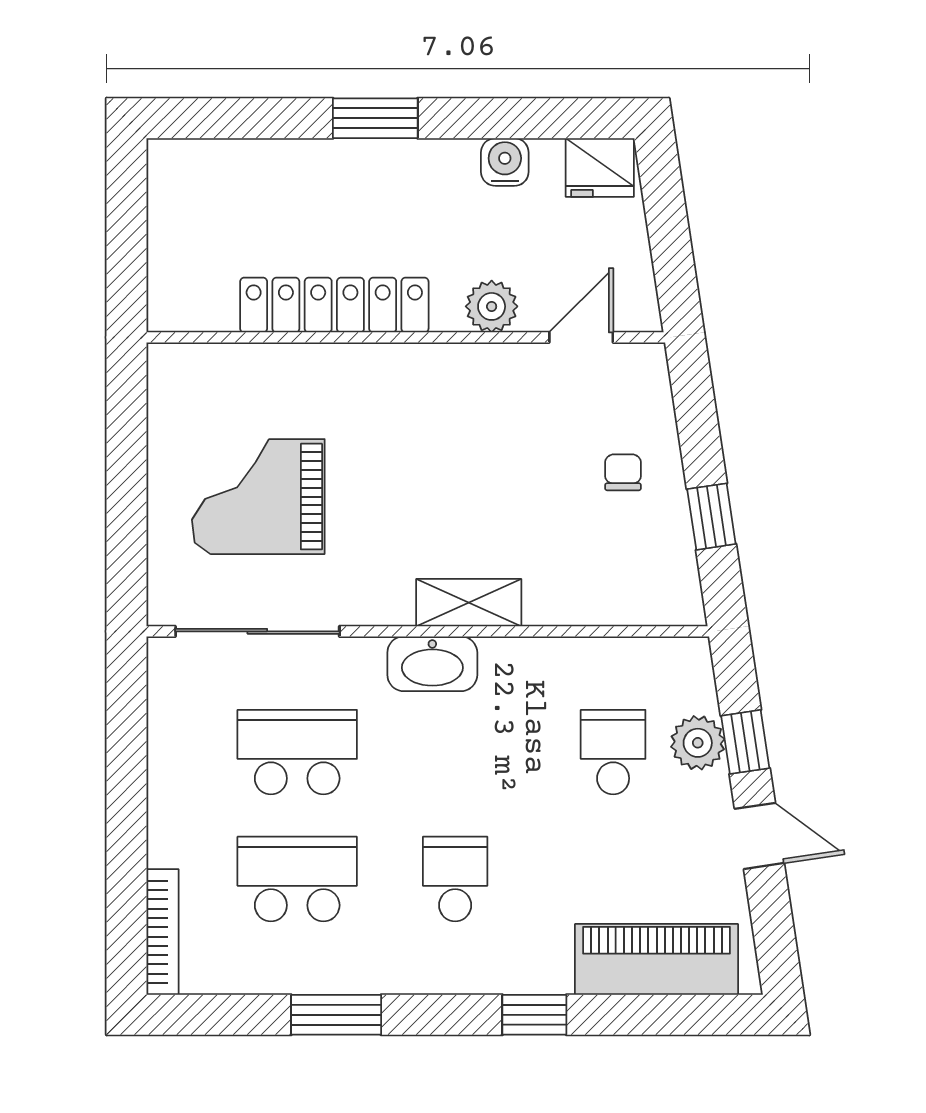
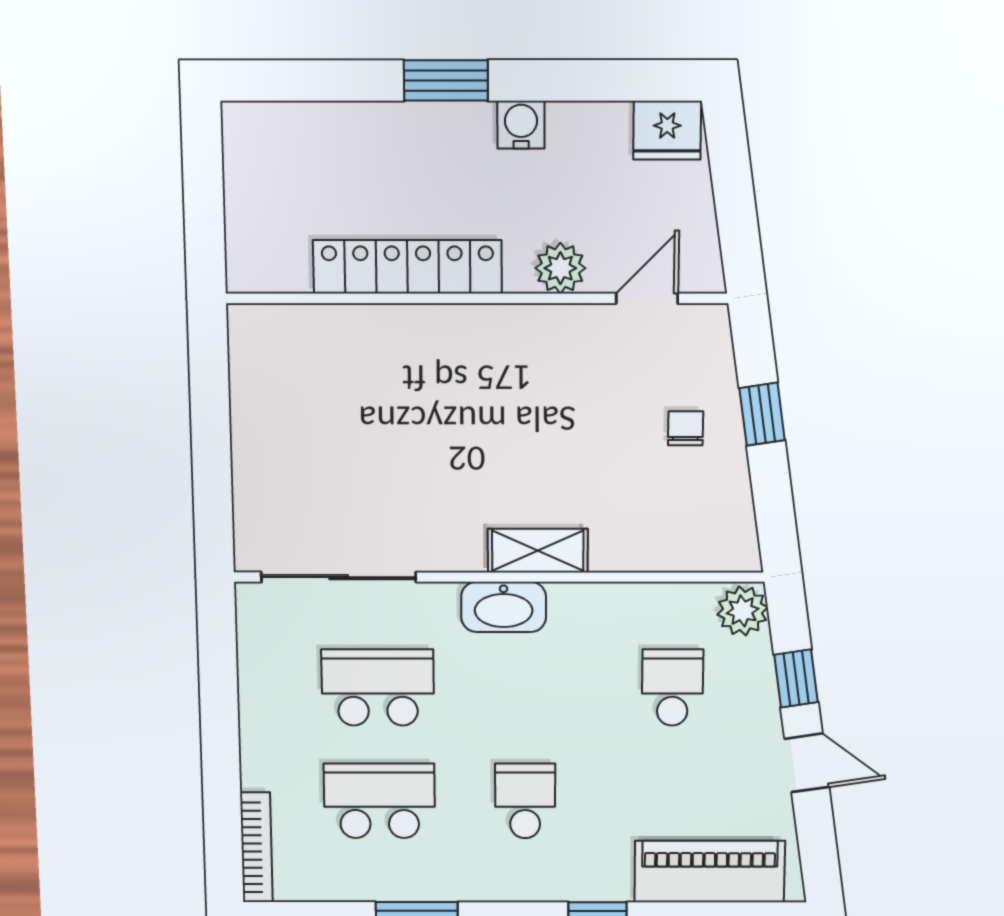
water cooler: (505, 162) -> (521, 125), moved
grand piano: (258, 497) -> (337, 451), removed
window: (711, 517) -> (762, 414), moved
plant: (698, 743) -> (743, 611), moved

